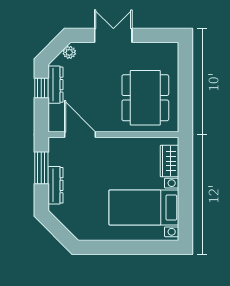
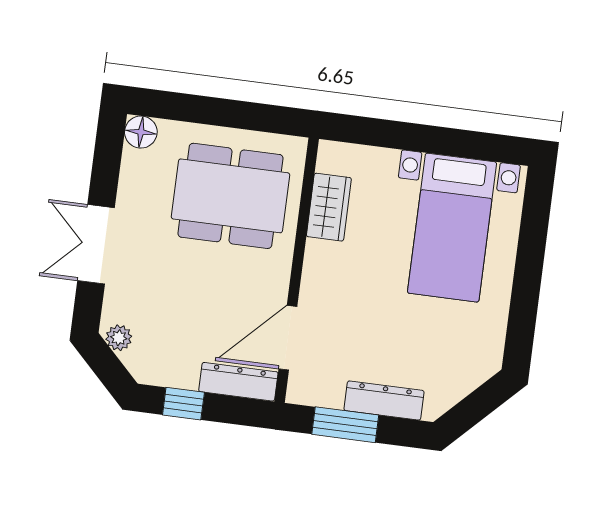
floor lamp: (171, 50) -> (141, 132), added
dresser: (55, 85) -> (238, 382), moved
wardrobe: (169, 161) -> (329, 207), moved, turned -90

